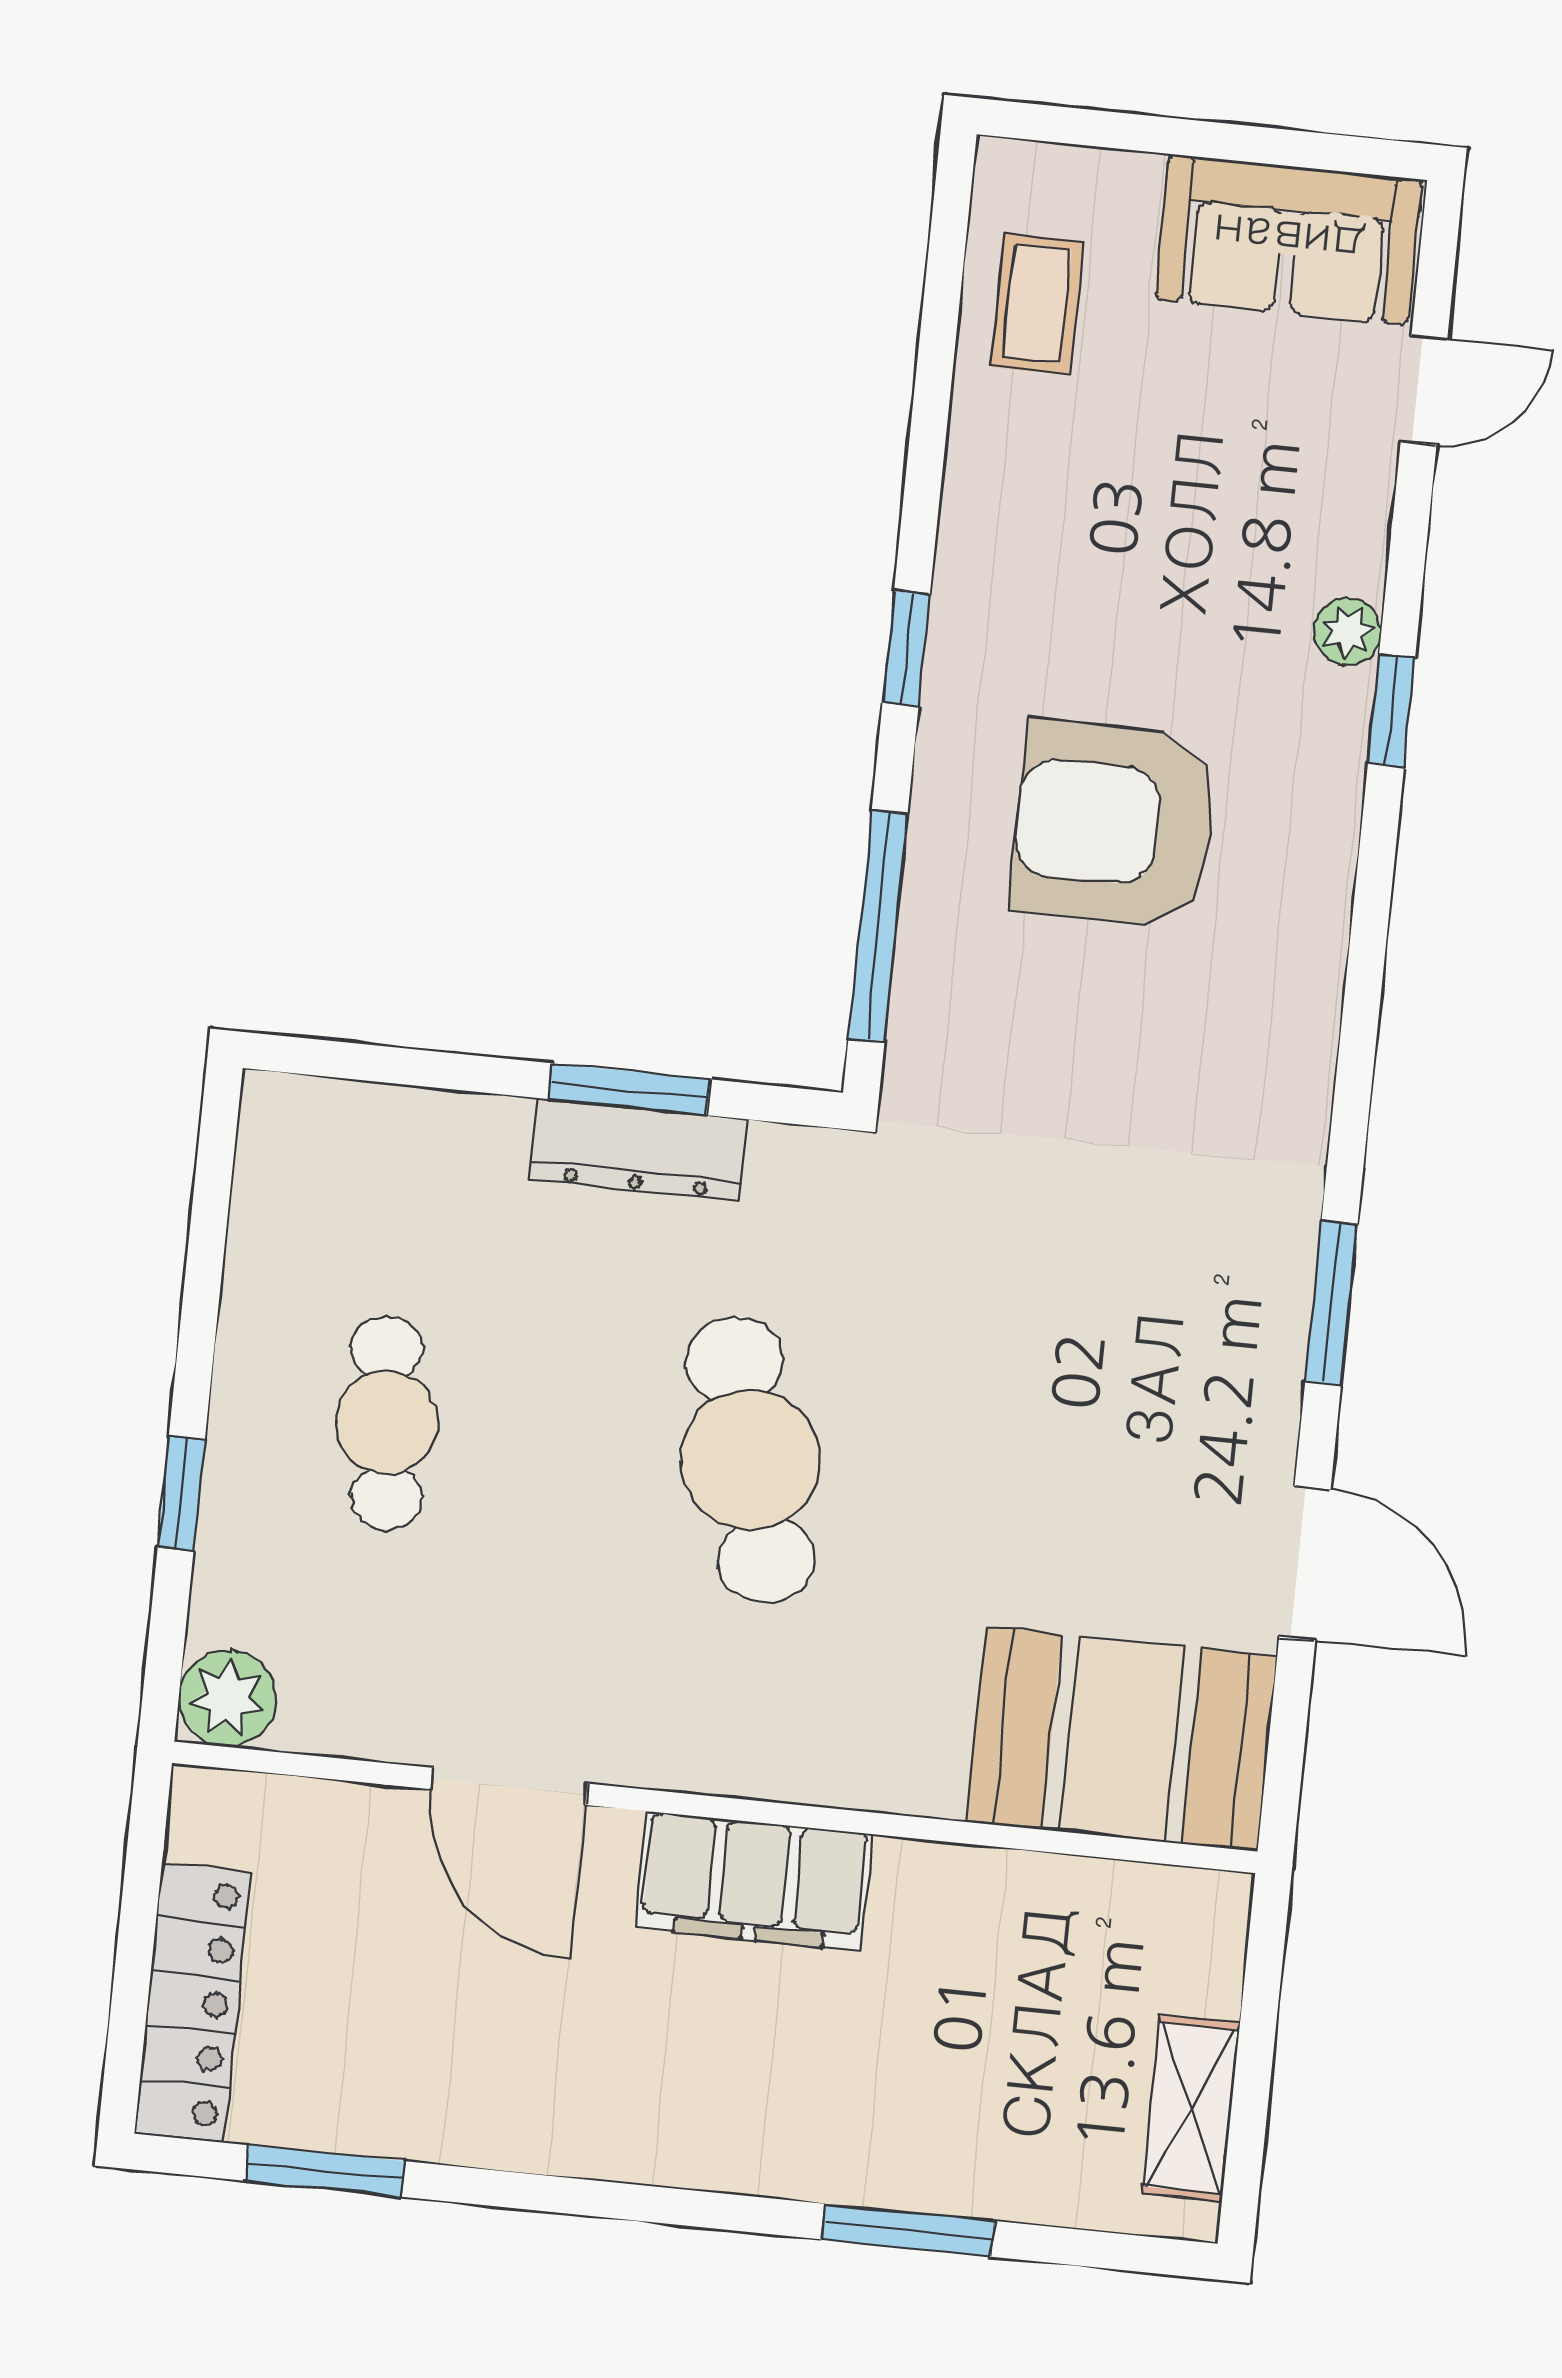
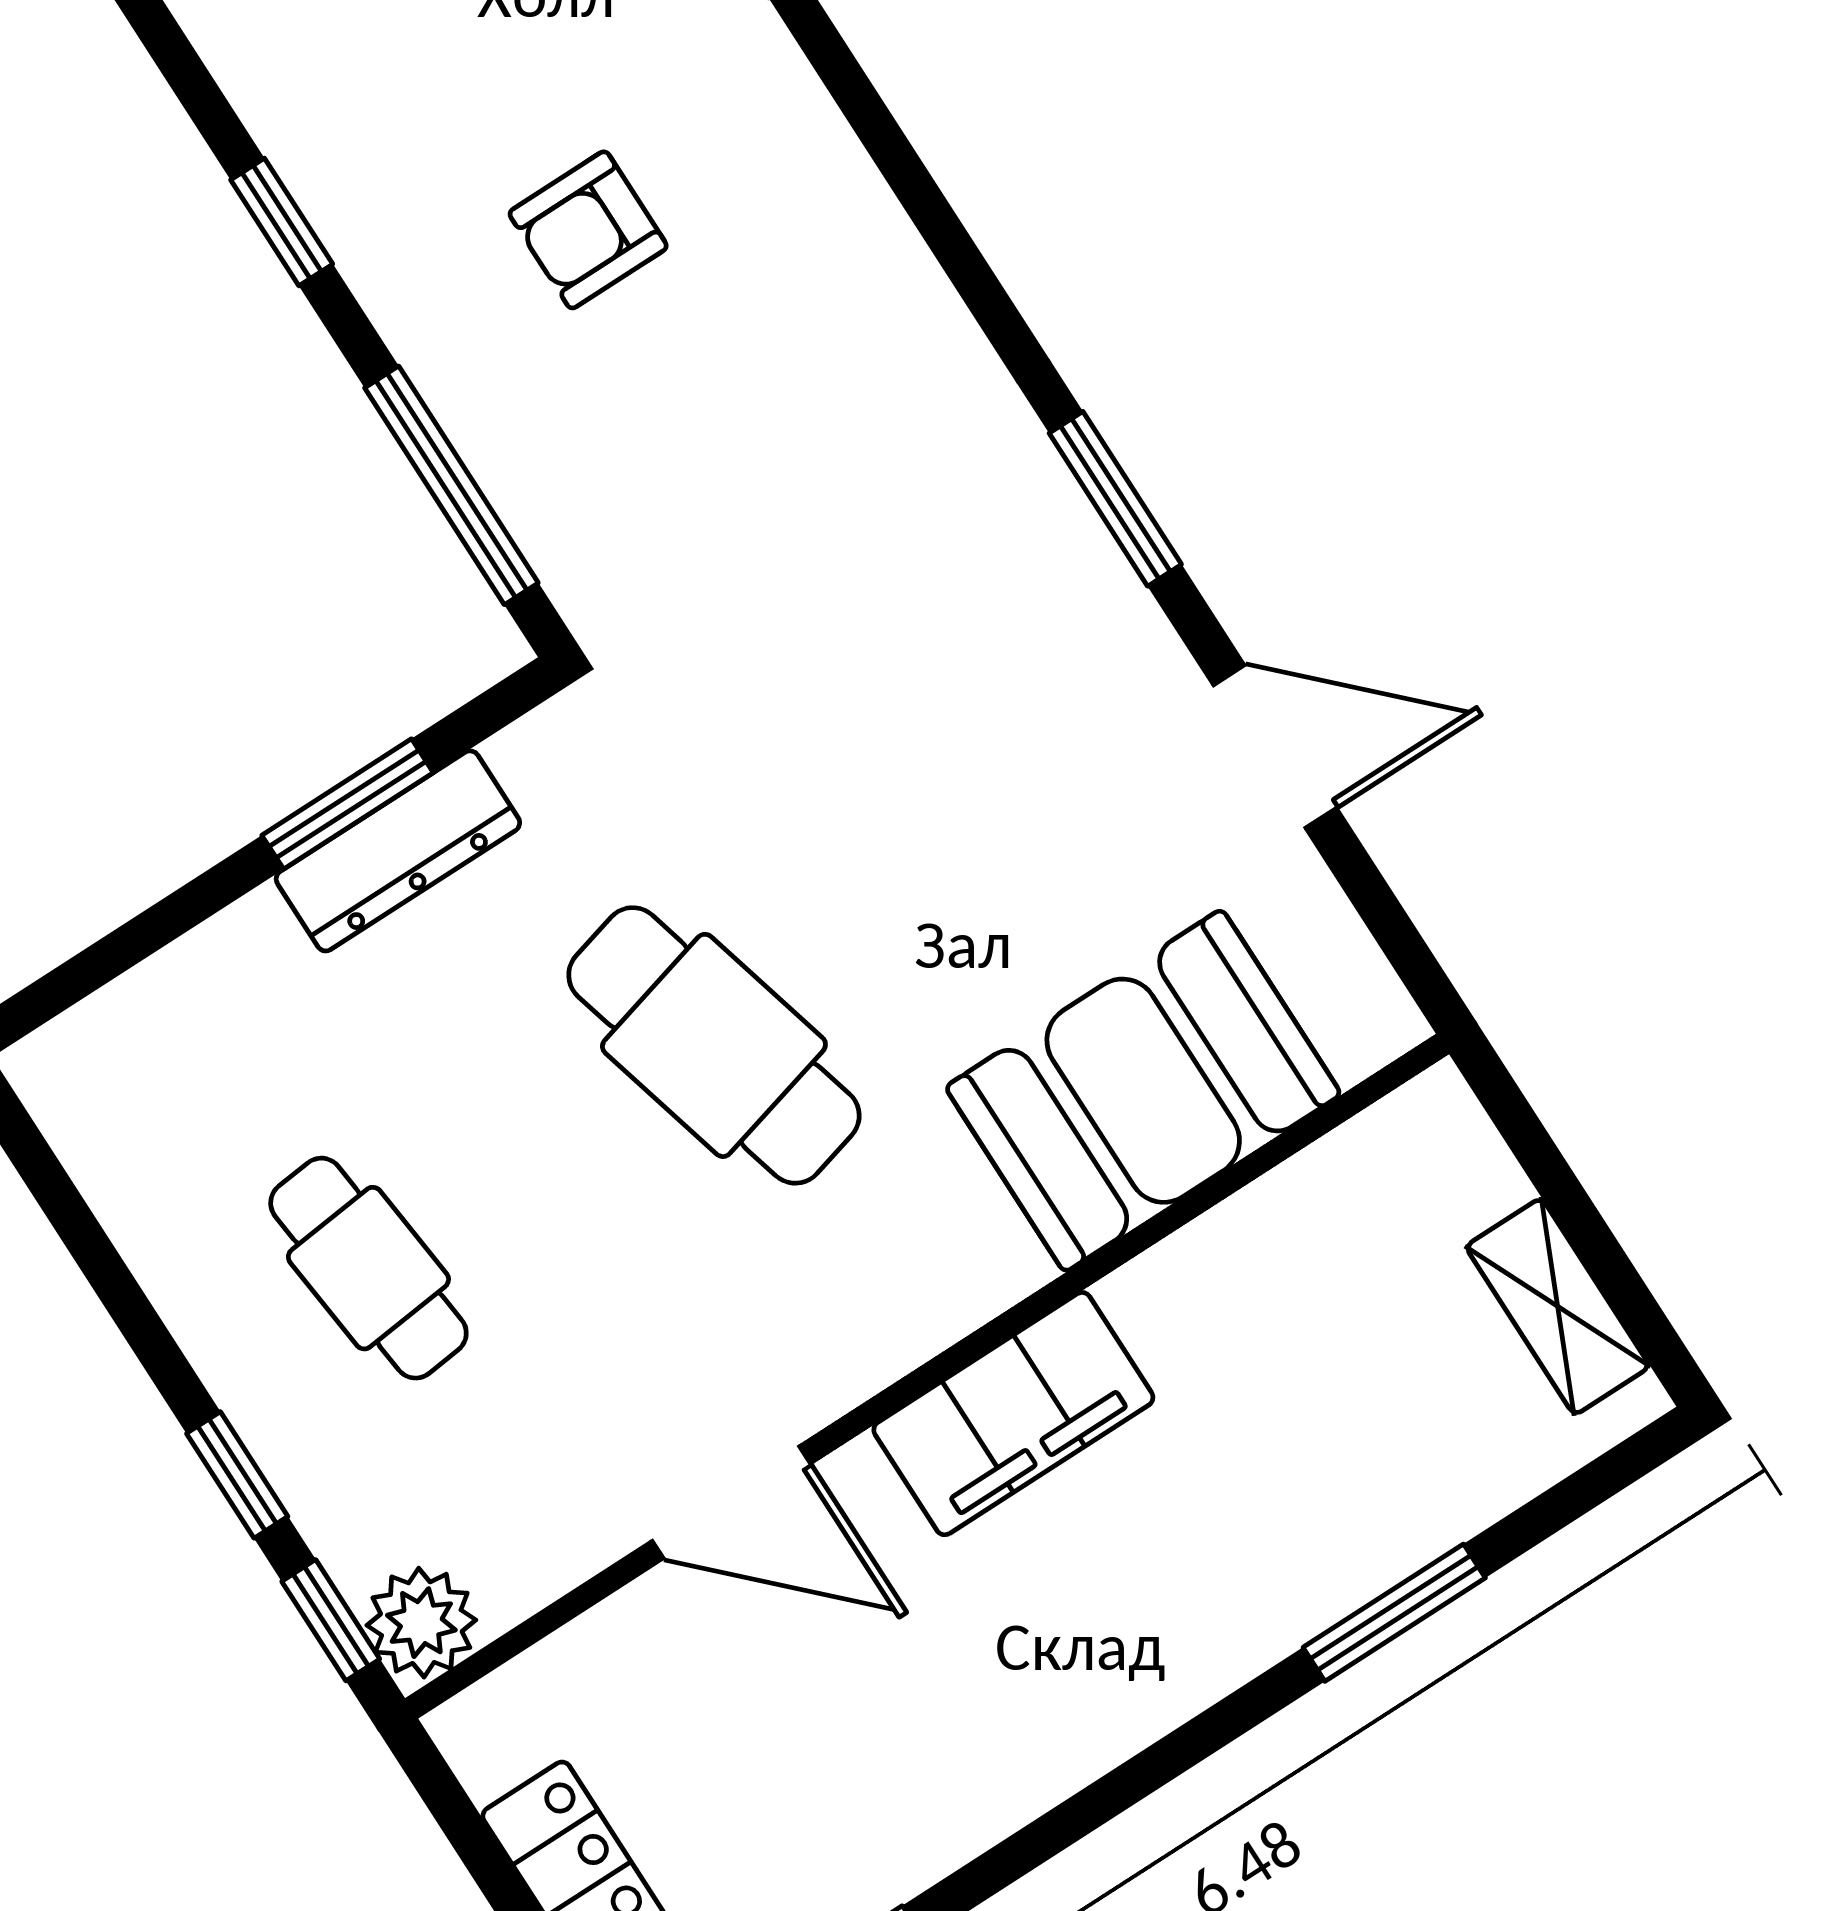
armchair: (1114, 824) -> (588, 230), width x0.53, depth x0.53
window: (166, 1646) -> (331, 1620), added
booth: (1122, 1739) -> (1143, 1091), moved

